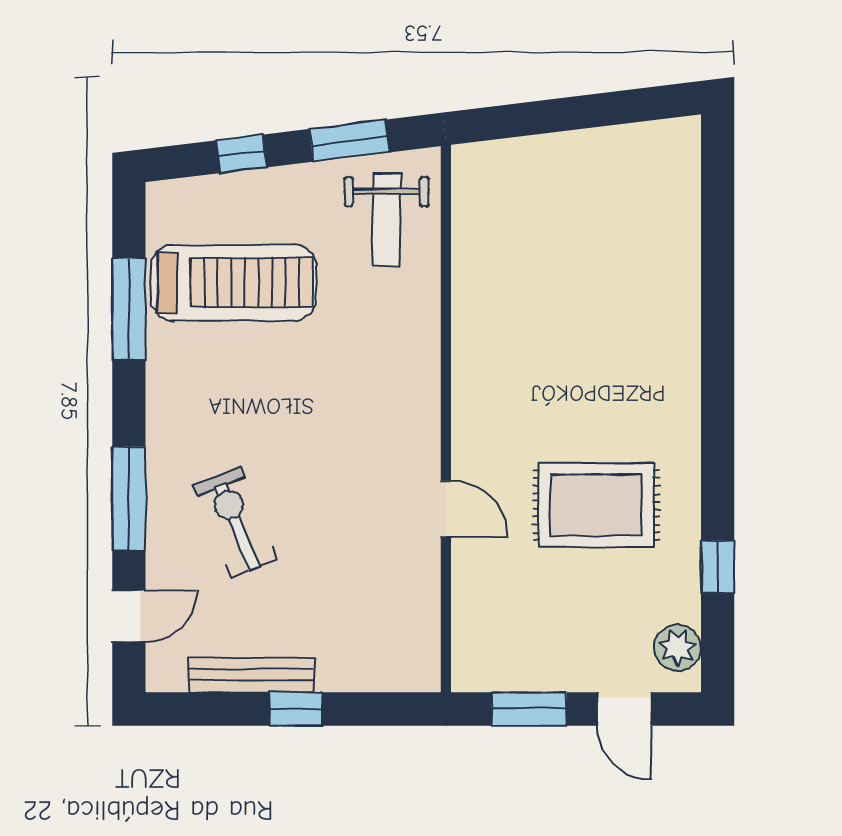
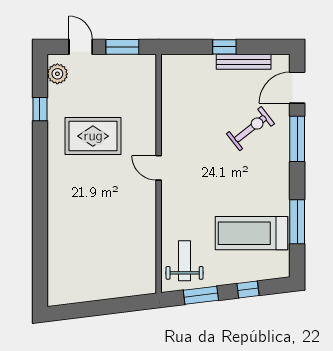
door: (446, 509) -> (159, 168), moved
exercise bike: (236, 522) -> (251, 129), turned -106
door: (129, 616) -> (297, 88), width x1.38

